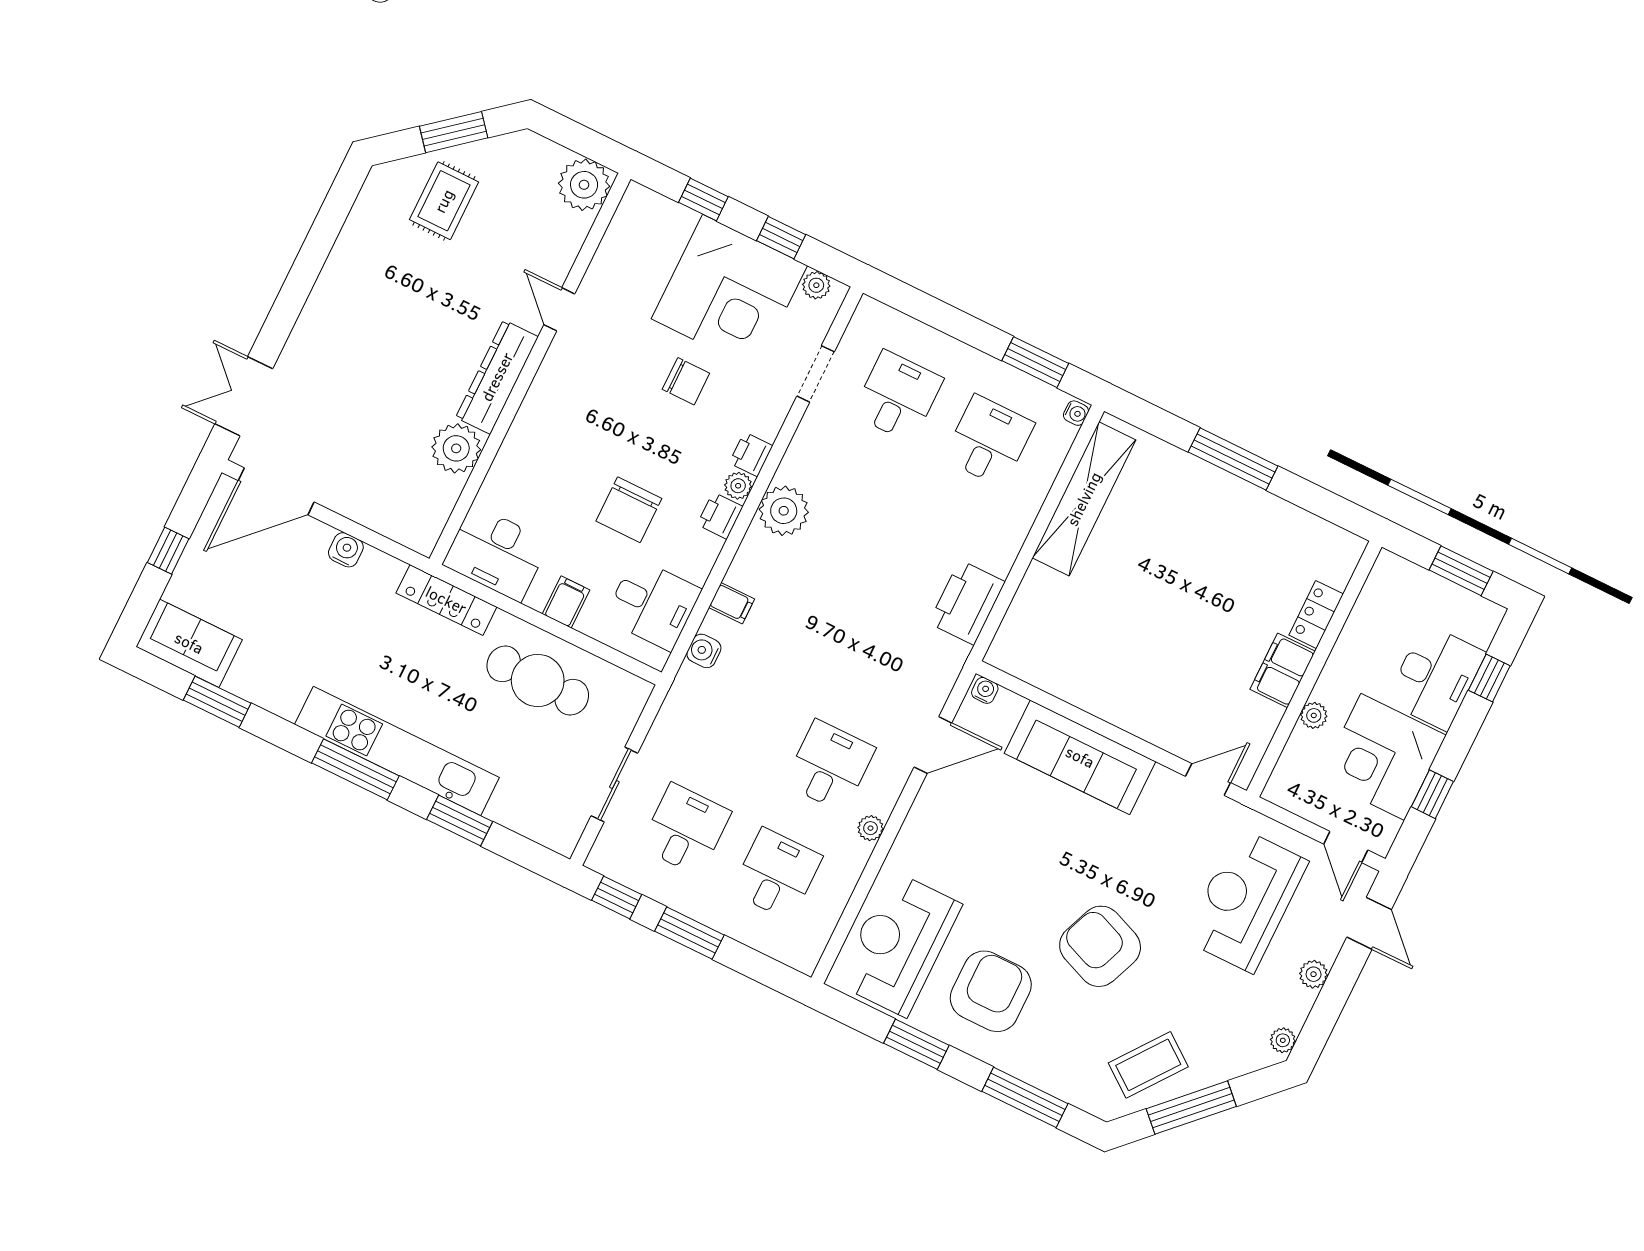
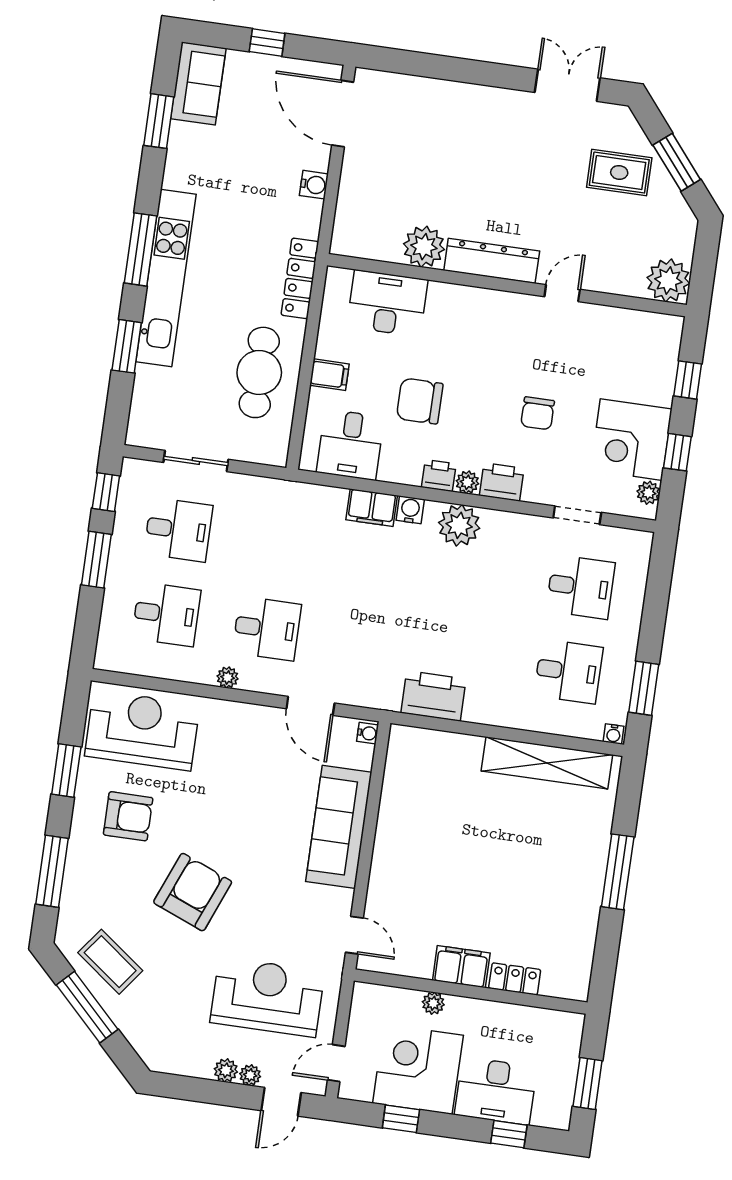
corner desk: (729, 292) -> (631, 440), width x0.74, depth x0.74
double door: (244, 396) -> (567, 85), moved
printer: (751, 454) -> (502, 482), width x1.36, depth x1.24
desk: (496, 553) -> (387, 303), moved, turned 90
filing cabinet: (732, 603) -> (372, 508), width x2.00
water cooler: (704, 651) -> (410, 510), moved
armchair: (991, 991) -> (128, 816), width x0.73, depth x0.73
plant: (1283, 1040) -> (250, 1075), moved

